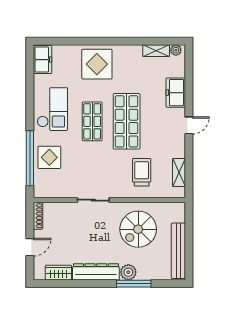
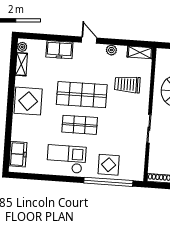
freezer: (43, 60) -> (18, 154), moved, turned 90
display table: (97, 64) -> (28, 101), moved
plant: (179, 151) -> (111, 50), added
shelving: (179, 173) -> (140, 52), moved

